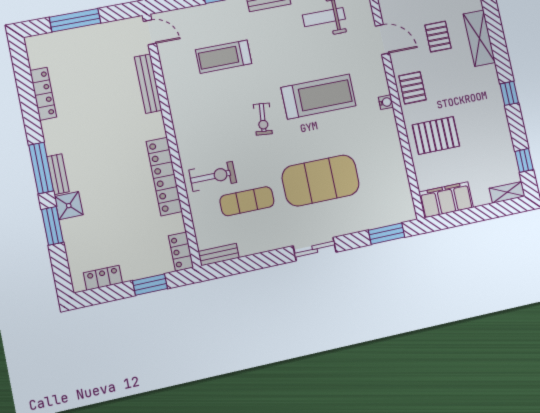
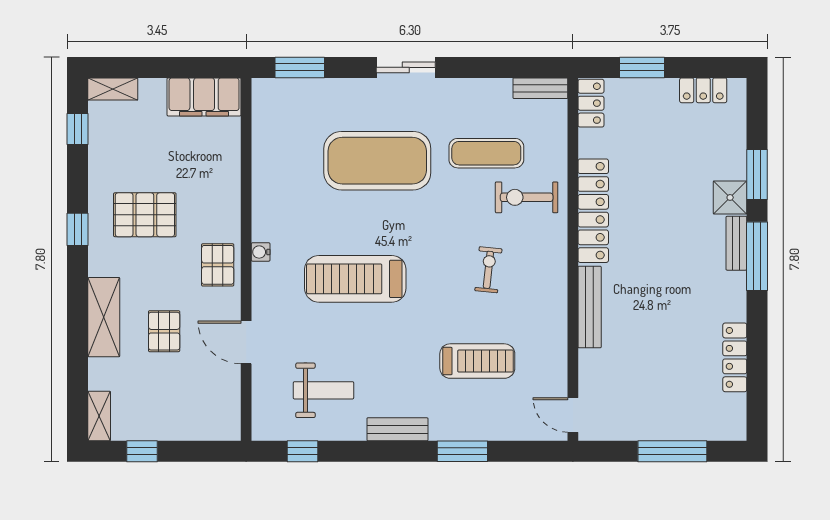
bench: (148, 84) -> (590, 307), moved
exercise bike: (263, 119) -> (488, 270), moved
pallet: (436, 135) -> (145, 215), moved

